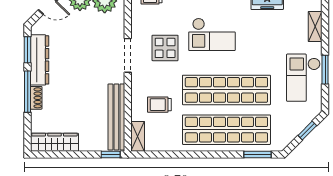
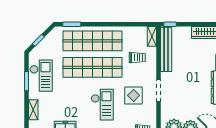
checkout: (212, 34) -> (102, 105), turned 90

